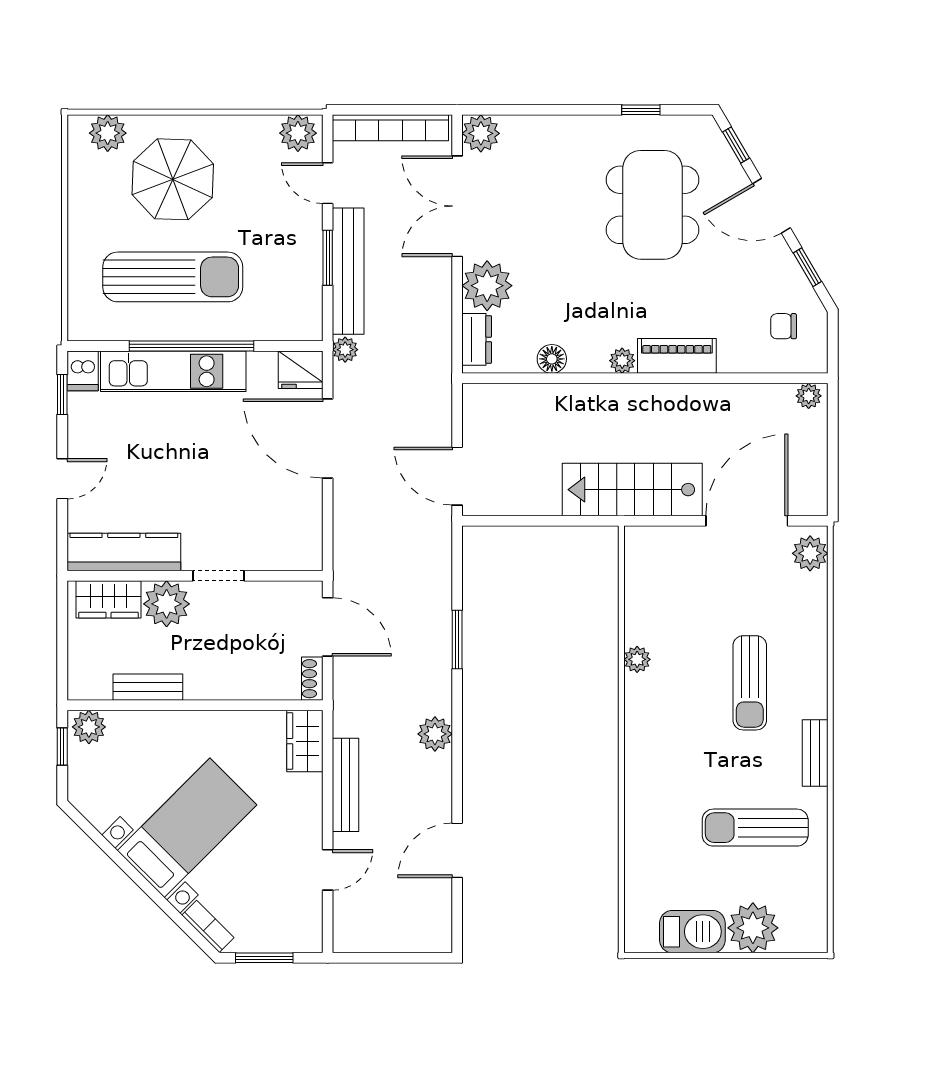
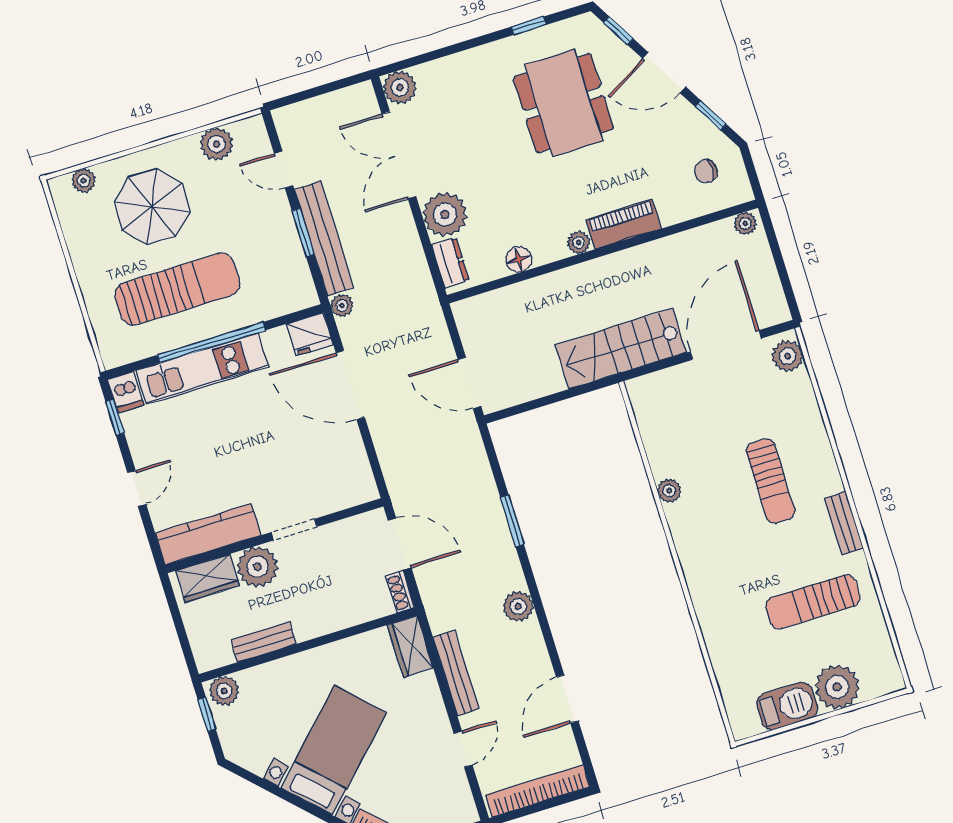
bookcase: (390, 128) -> (538, 791), moved, turned 180
plant: (108, 133) -> (84, 181), width x0.73, depth x0.73
plant: (298, 133) -> (217, 144), moved

